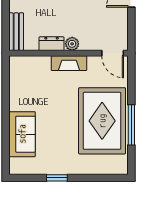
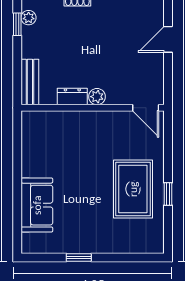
fireplace: (69, 63) -> (93, 120), removed
rug: (102, 121) -> (133, 189), width x0.73, depth x0.69
window: (131, 125) -> (168, 194), width x0.46

